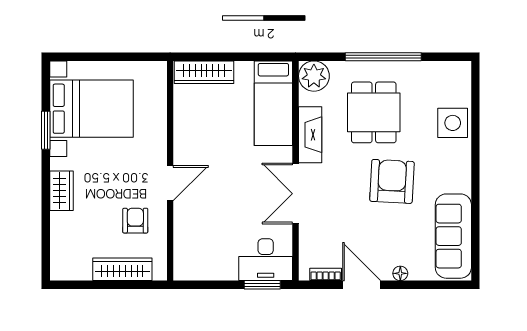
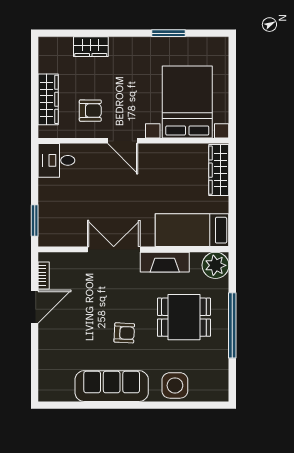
bed with nightstands: (92, 109) -> (187, 102), moved, turned 180
armchair: (392, 181) -> (124, 333), width x0.53, depth x0.53
wardrobe: (61, 191) -> (91, 47), moved
sofa: (453, 236) -> (112, 386), moved
desk: (266, 260) -> (56, 160), moved, width x0.73
floor lamp: (400, 273) -> (45, 340), removed

